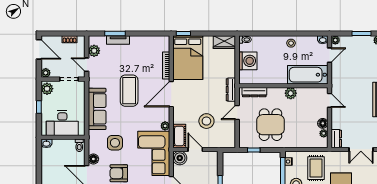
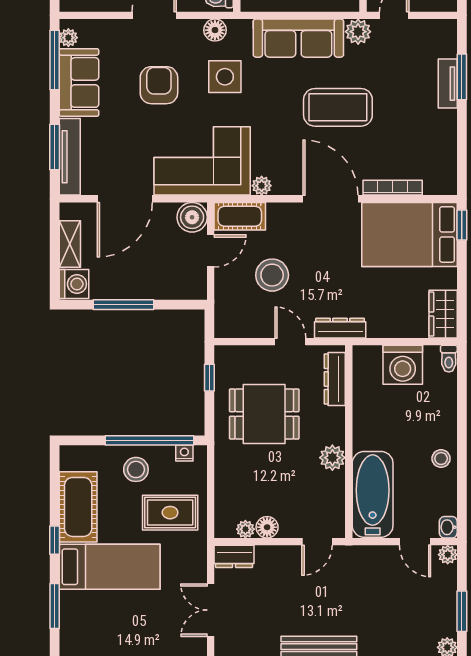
plant: (94, 51) -> (358, 32), moved
floor lamp: (93, 159) -> (215, 30), moved

